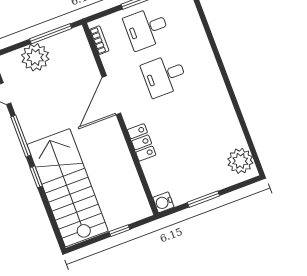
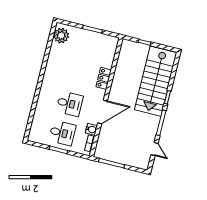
plant: (35, 57) -> (127, 157), removed
water cooler: (163, 202) -> (91, 129), moved

